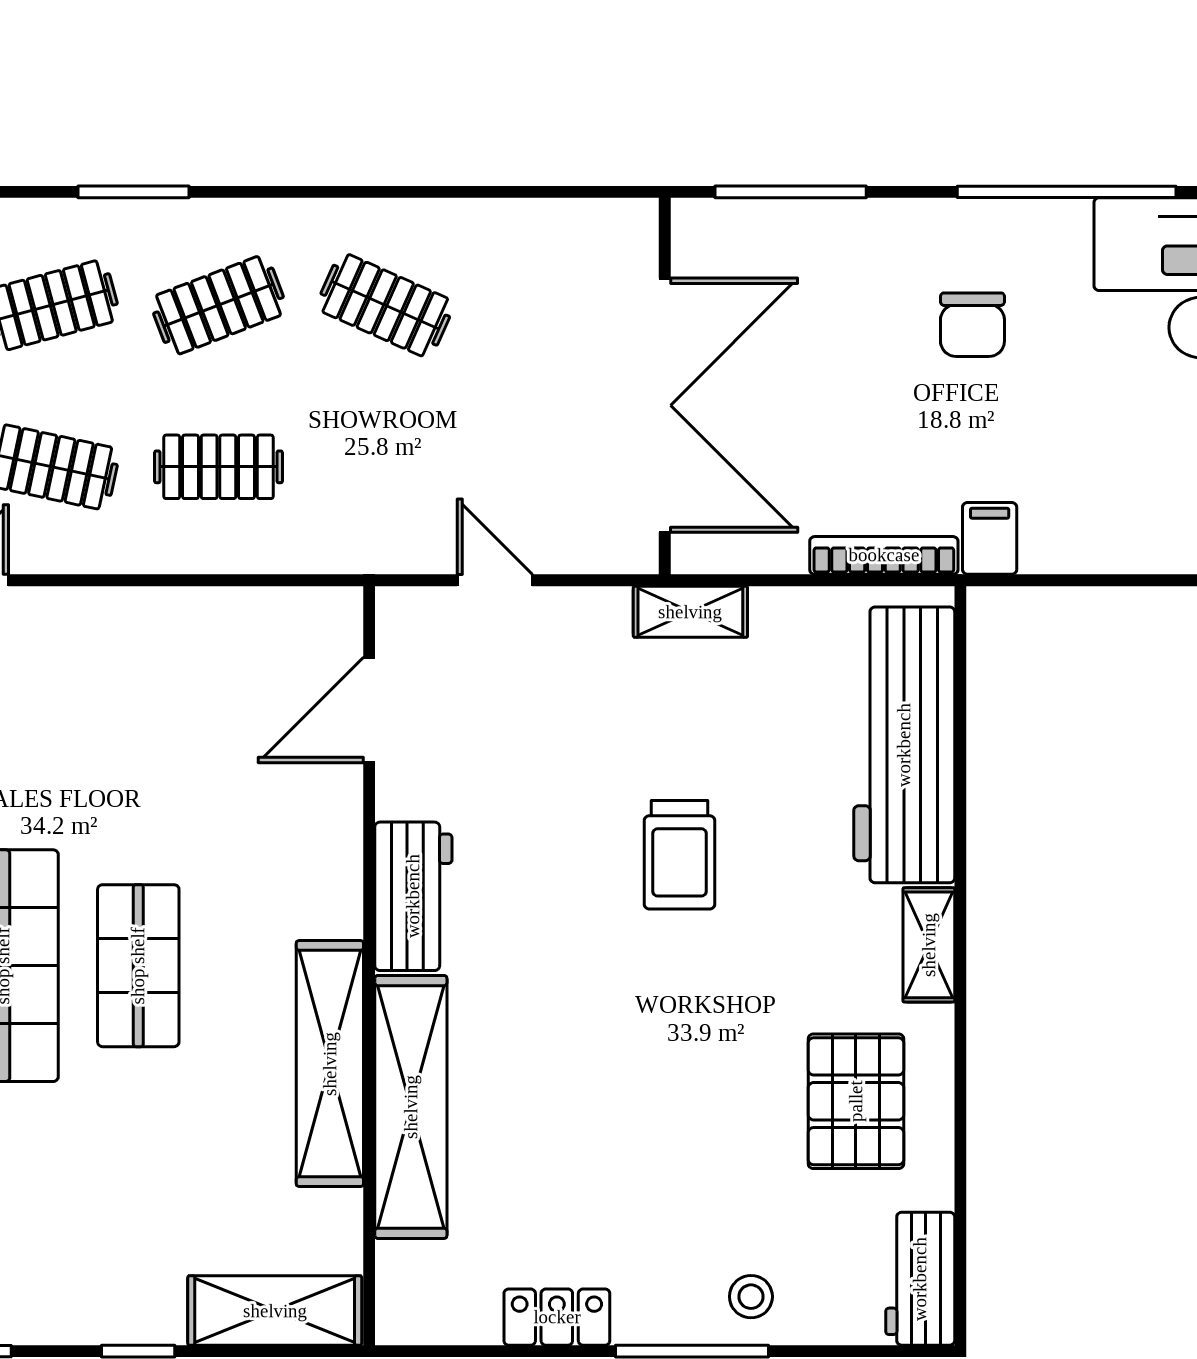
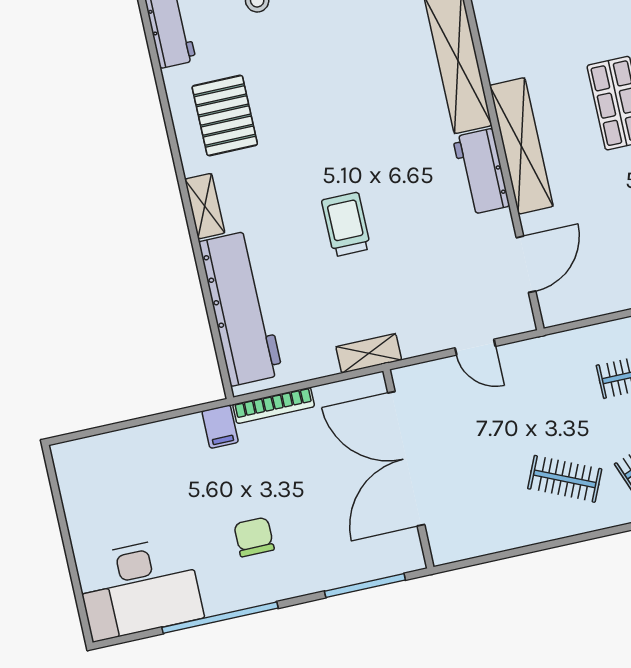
shelving: (330, 1064) -> (521, 146), moved

